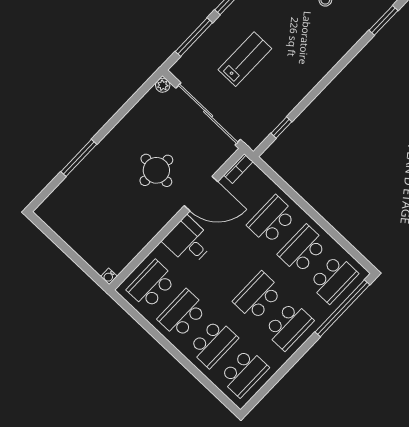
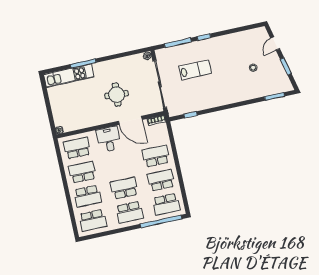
kitchen unit: (70, 190) -> (69, 76), added

